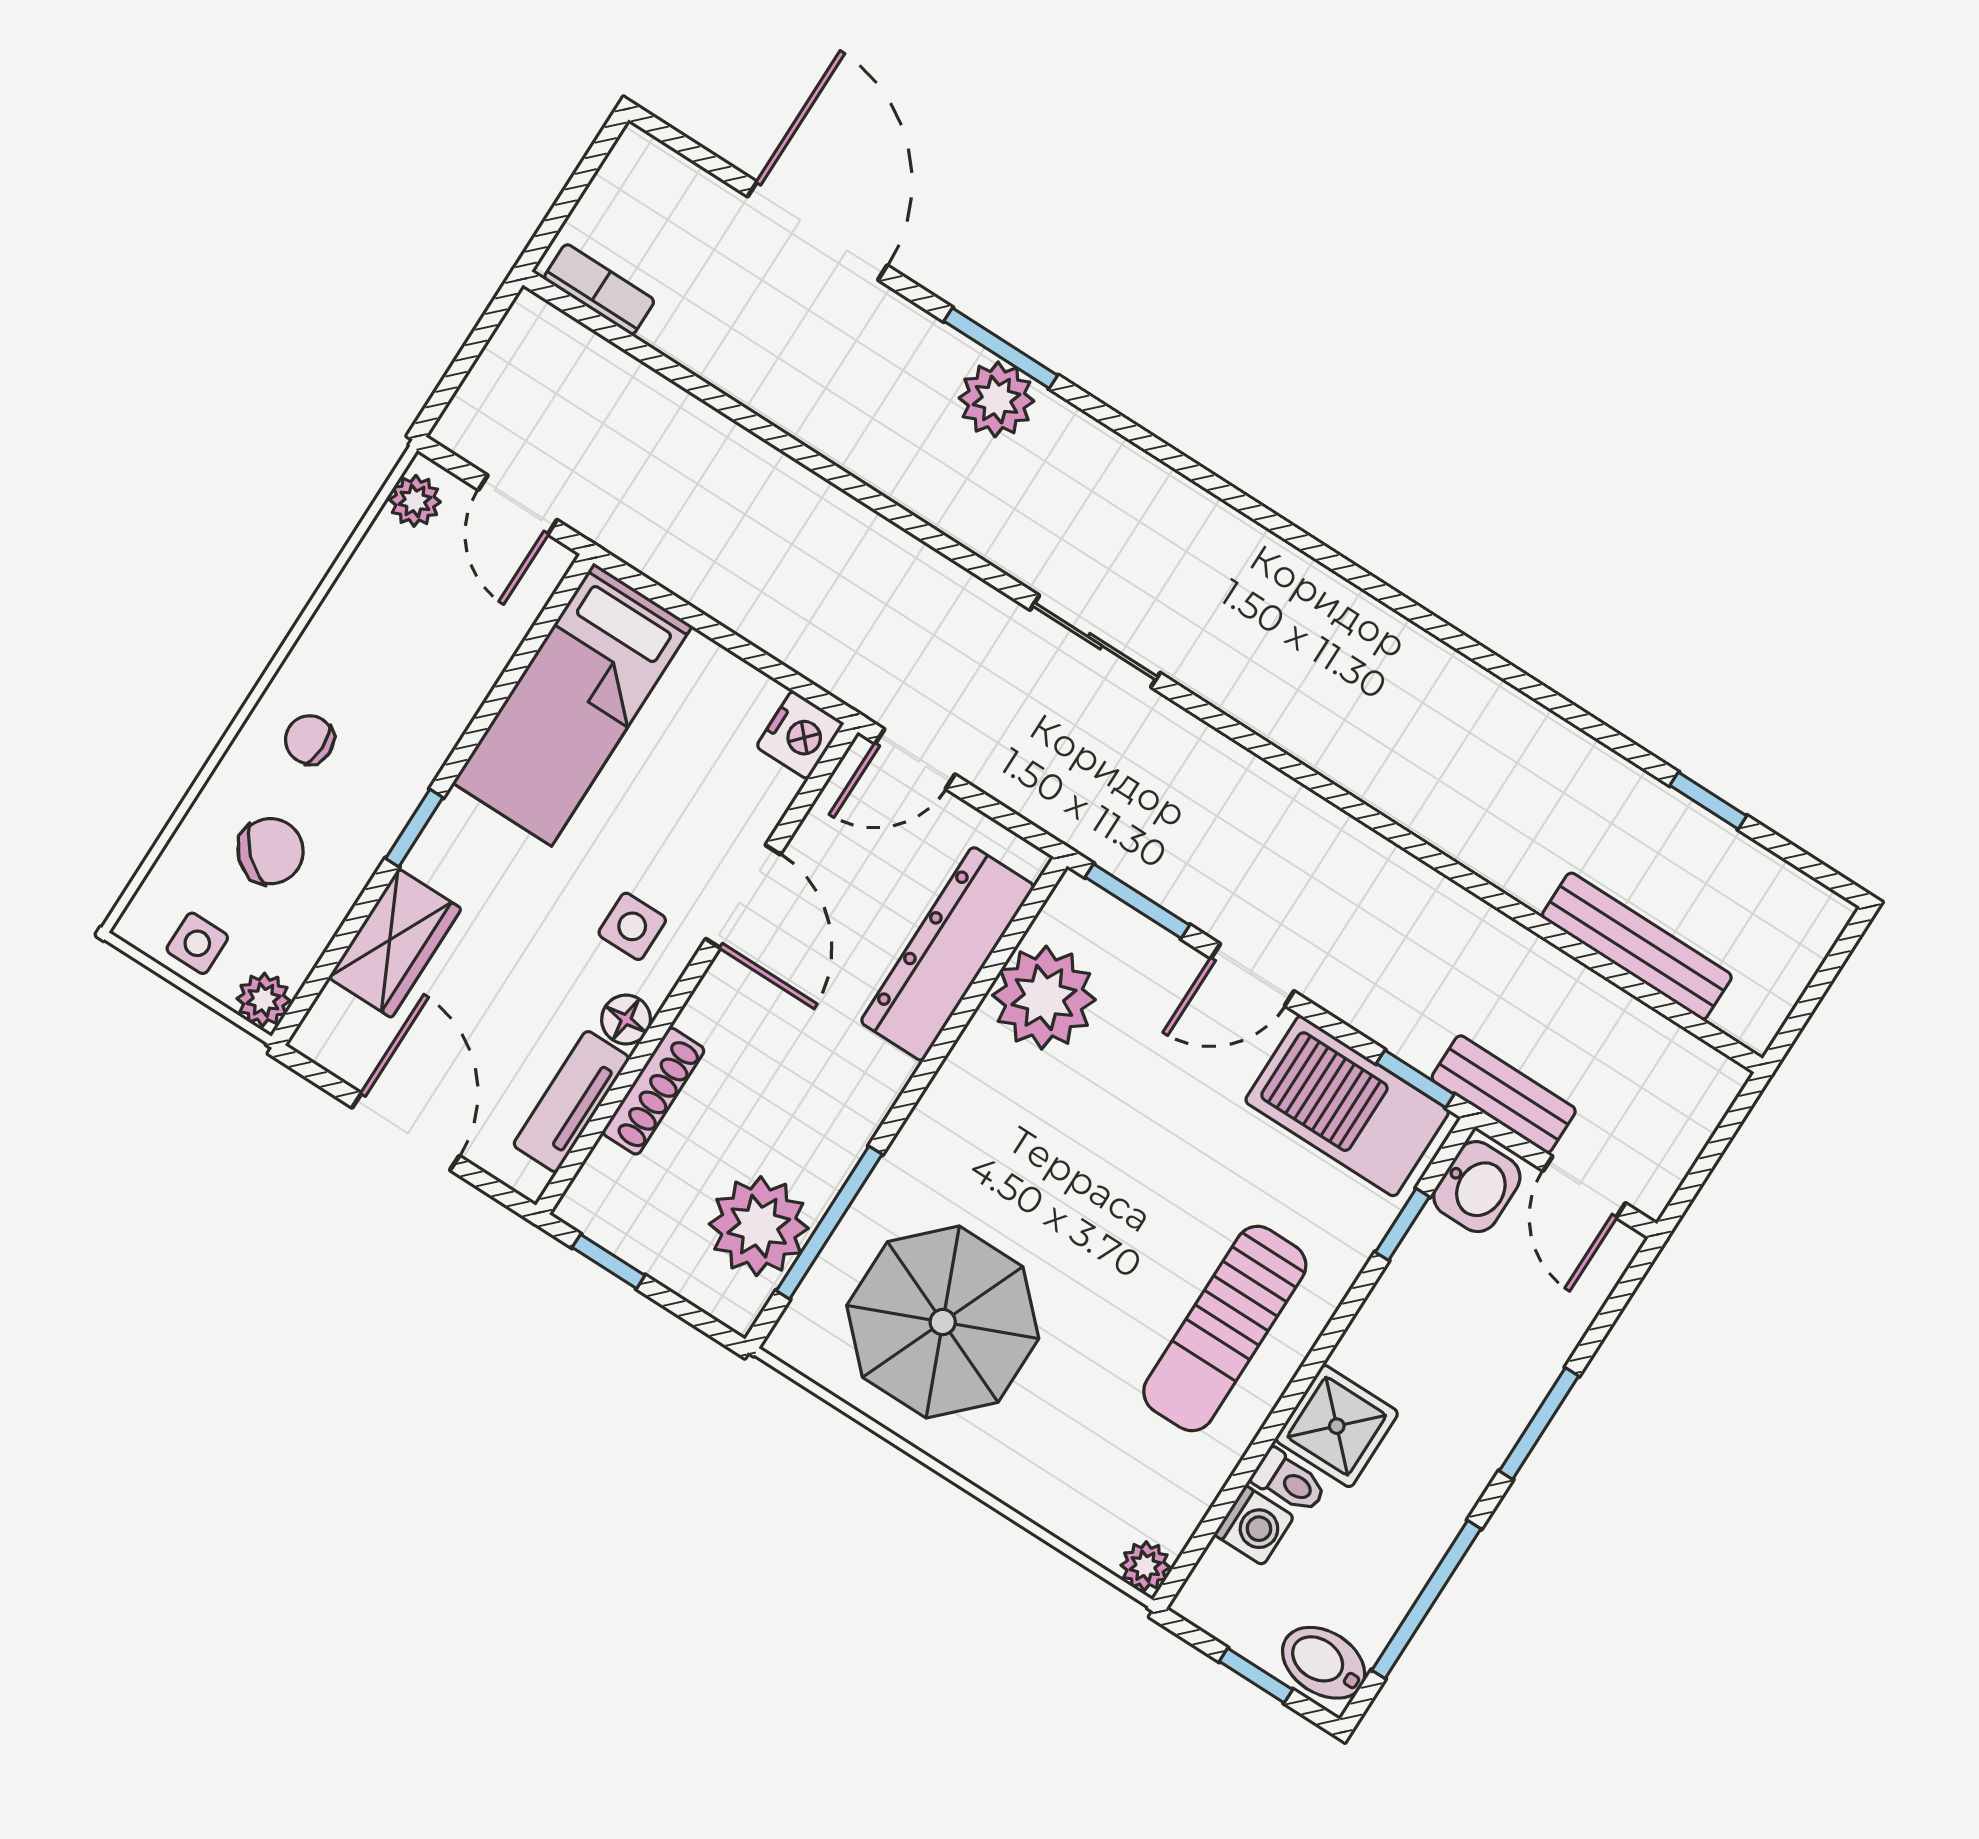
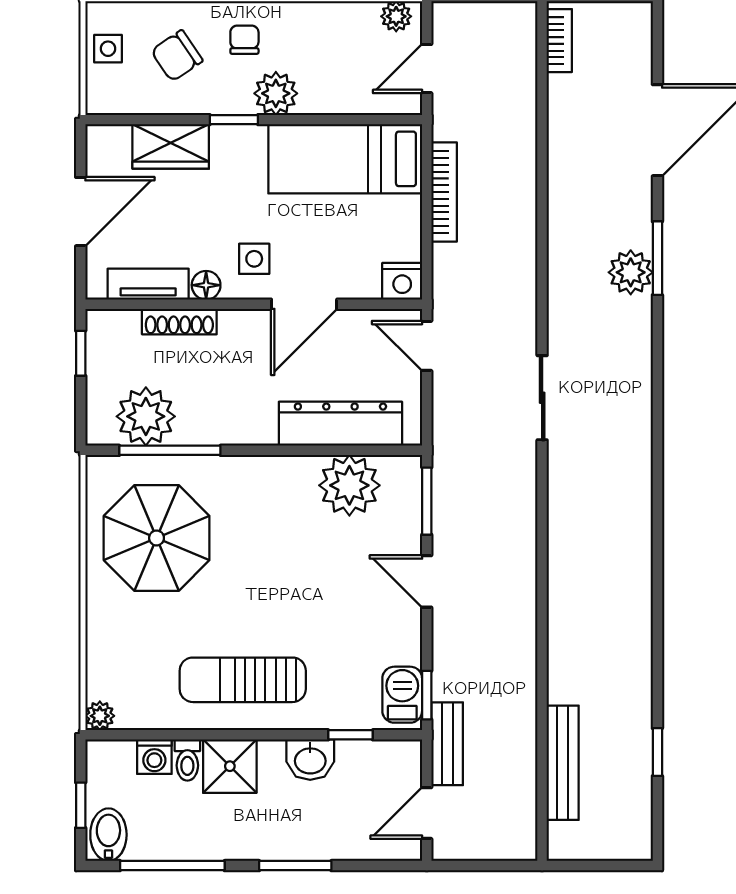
bookcase: (711, 593) -> (444, 192), added
chair: (270, 851) -> (177, 56), turned 103
plant: (263, 1000) -> (276, 93), moved, width x1.38, depth x1.38
barbecue: (1347, 1106) -> (402, 695), width x0.53, depth x0.65
washbasin: (1477, 1187) -> (310, 760), moved

